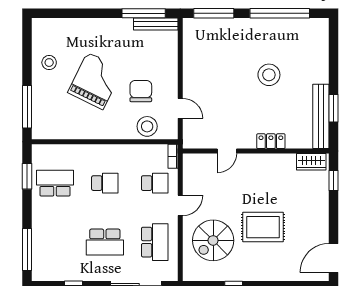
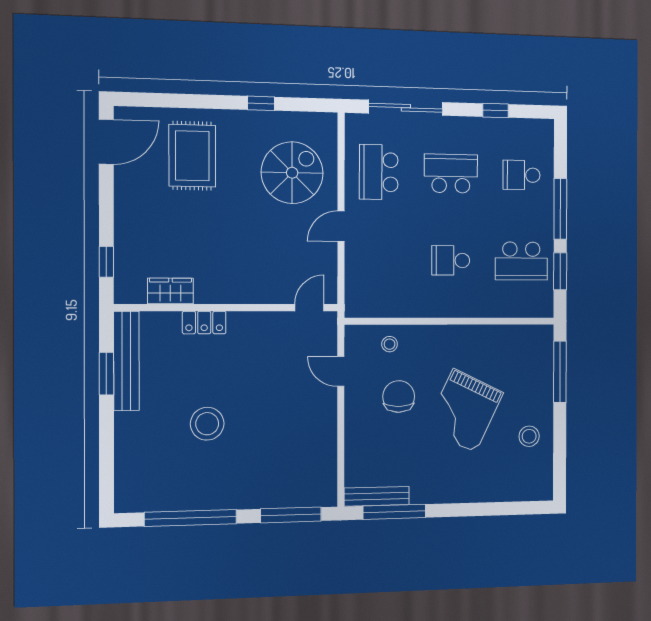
chair: (141, 91) -> (399, 397), turned 180
stool: (147, 126) -> (390, 344), width x0.53, depth x0.53
door: (227, 151) -> (309, 308), moved
bookcase: (173, 156) -> (351, 300), removed
wardrobe: (311, 162) -> (170, 291), moved
school desk: (155, 183) -> (521, 175), moved
rug: (263, 227) -> (192, 156), moved, turned 90
window: (27, 249) -> (560, 209), moved

